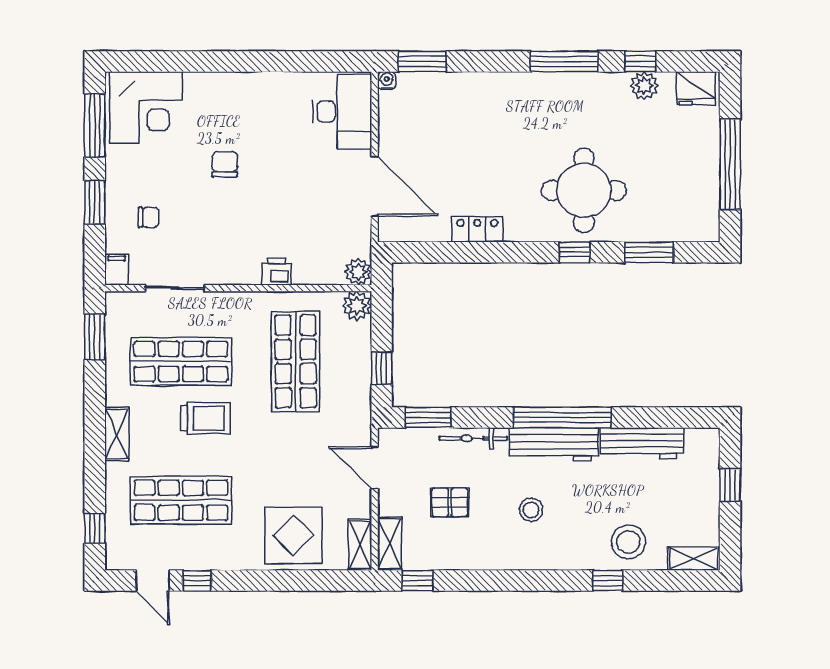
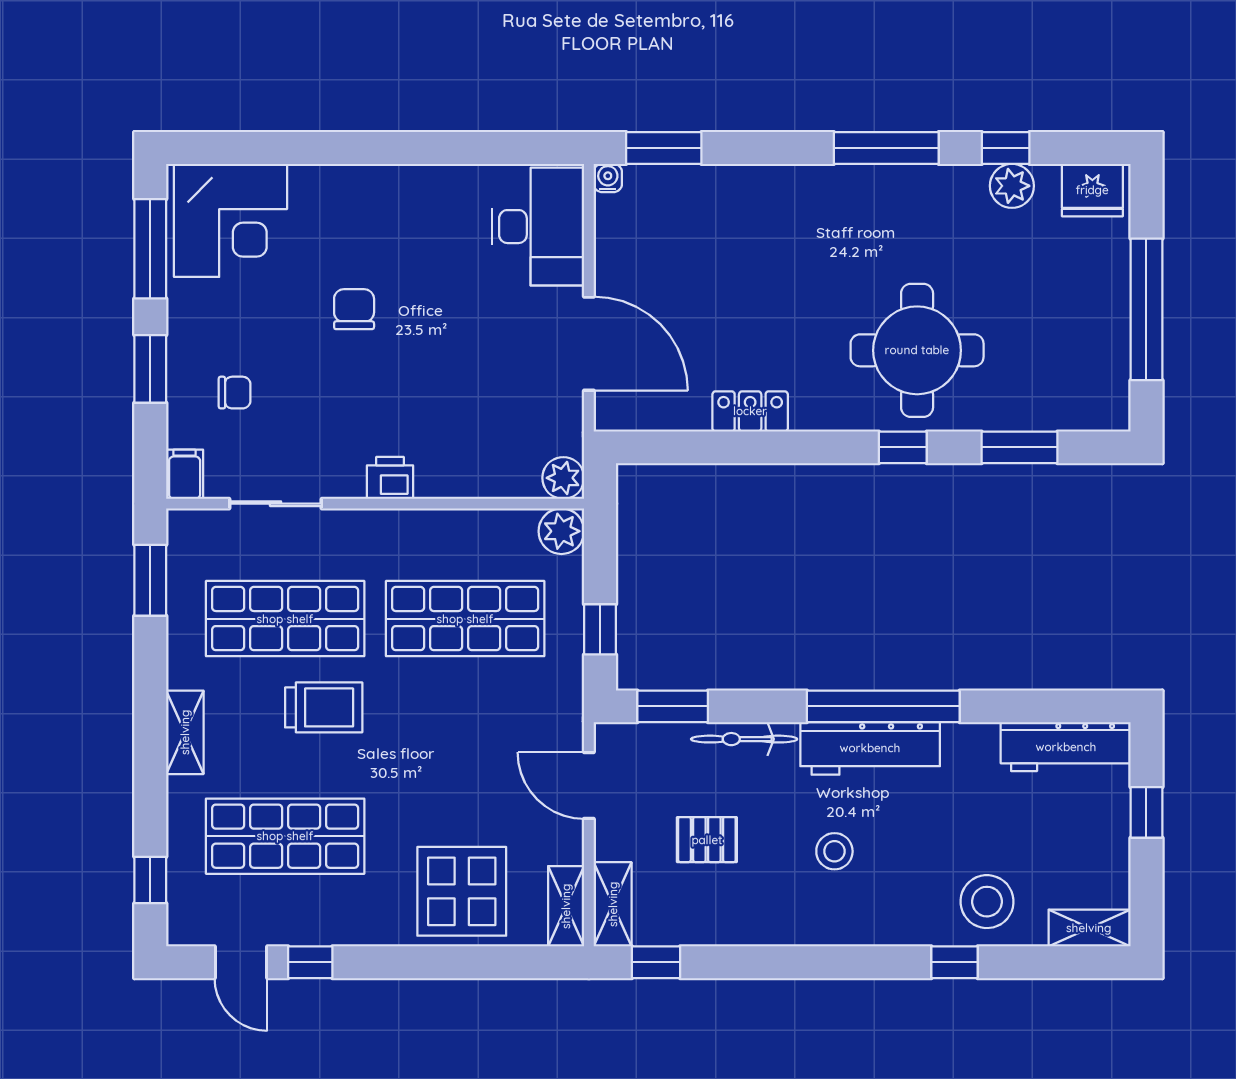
printer: (277, 272) -> (390, 478), moved
shop shelf: (296, 361) -> (465, 619), turned 90
workbench: (642, 443) -> (1066, 747), moved

